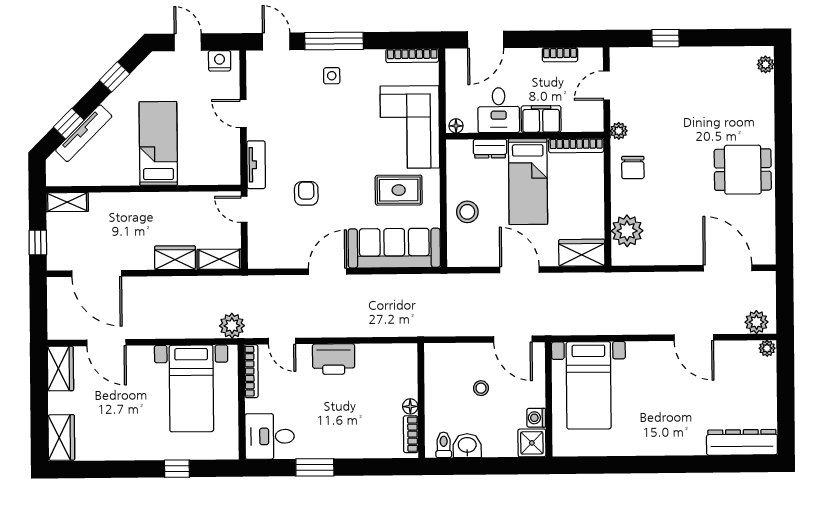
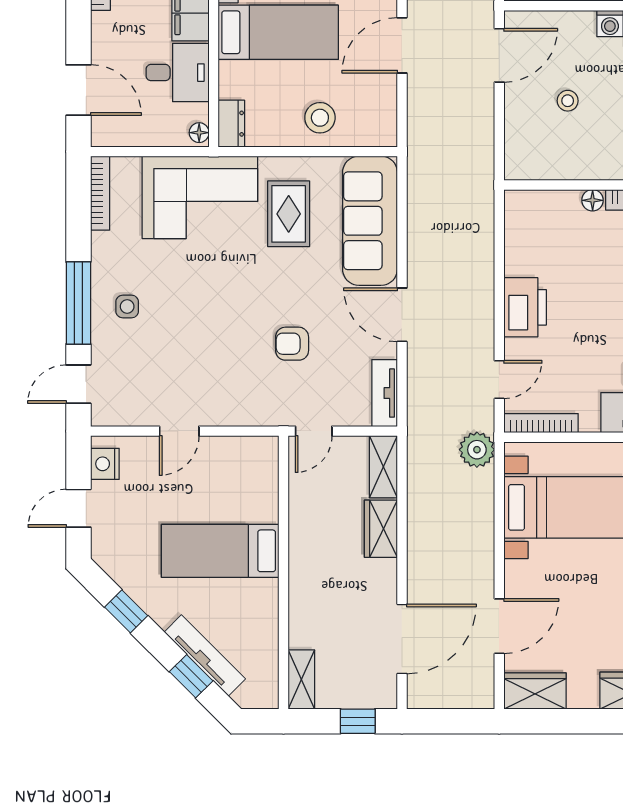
dresser: (490, 149) -> (231, 124), moved
tv unit: (256, 165) -> (385, 393), moved, turned -90

